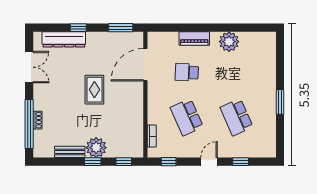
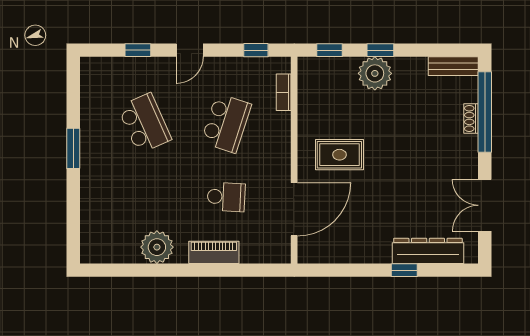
window: (121, 28) -> (335, 270), removed
rug: (94, 90) -> (339, 155), moved, turned 90
school desk: (187, 117) -> (226, 123), turned 42
bench: (70, 152) -> (453, 66), moved

